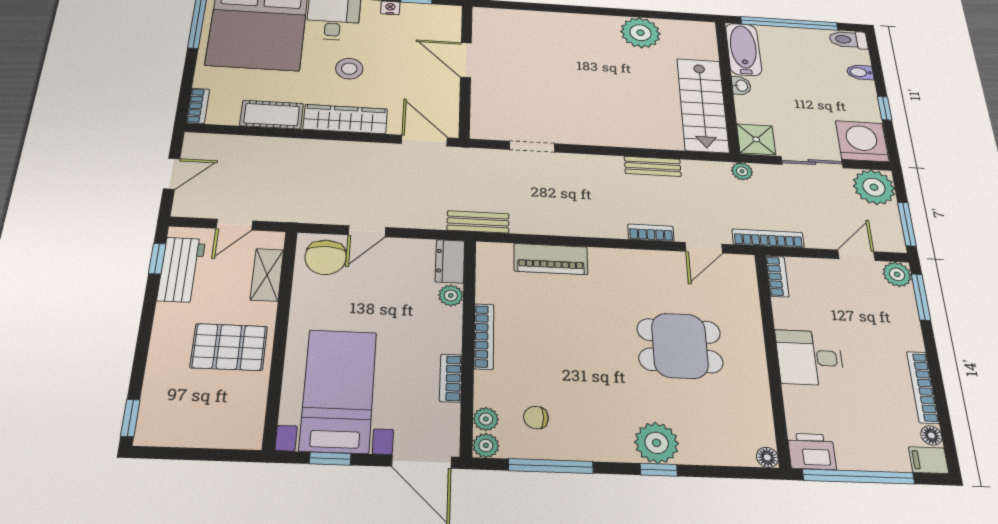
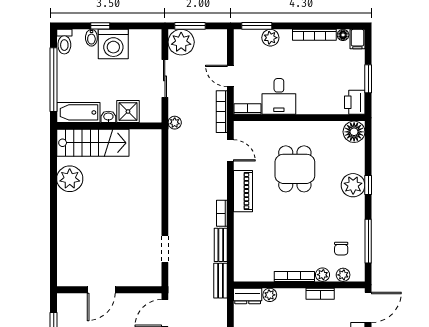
stairs: (703, 105) -> (93, 143), moved
window: (885, 108) -> (100, 26), moved
shower: (756, 139) -> (128, 112), moved
washing machine: (862, 141) -> (113, 44), moved, turned -90
bench: (653, 166) -> (221, 245), moved
window: (907, 224) -> (190, 26), moved
bookcase: (651, 233) -> (222, 213), moved
door: (857, 255) -> (230, 76), moved
piano: (551, 259) -> (243, 191), moved
plant: (897, 274) -> (270, 38), moved
desk: (810, 358) -> (279, 96), moved
plant: (486, 445) -> (323, 275), moved
floor lamp: (767, 457) -> (354, 132), width x1.89, depth x1.89
window: (859, 477) -> (368, 79), width x0.47

